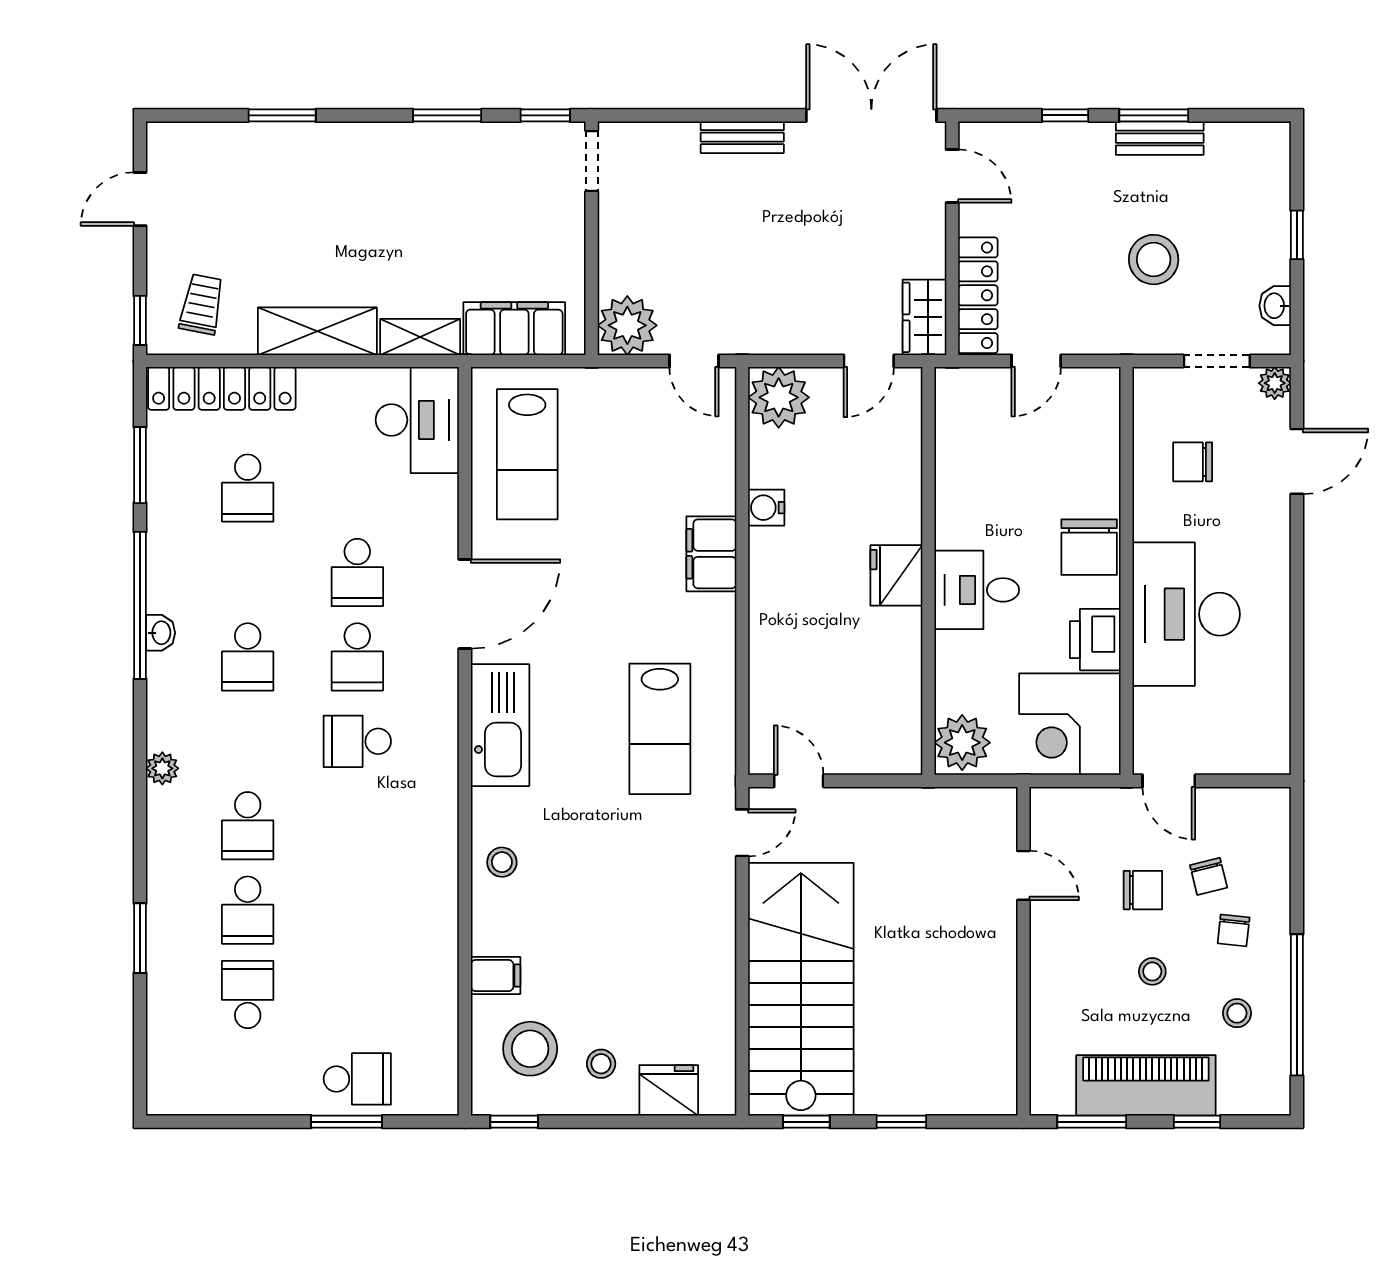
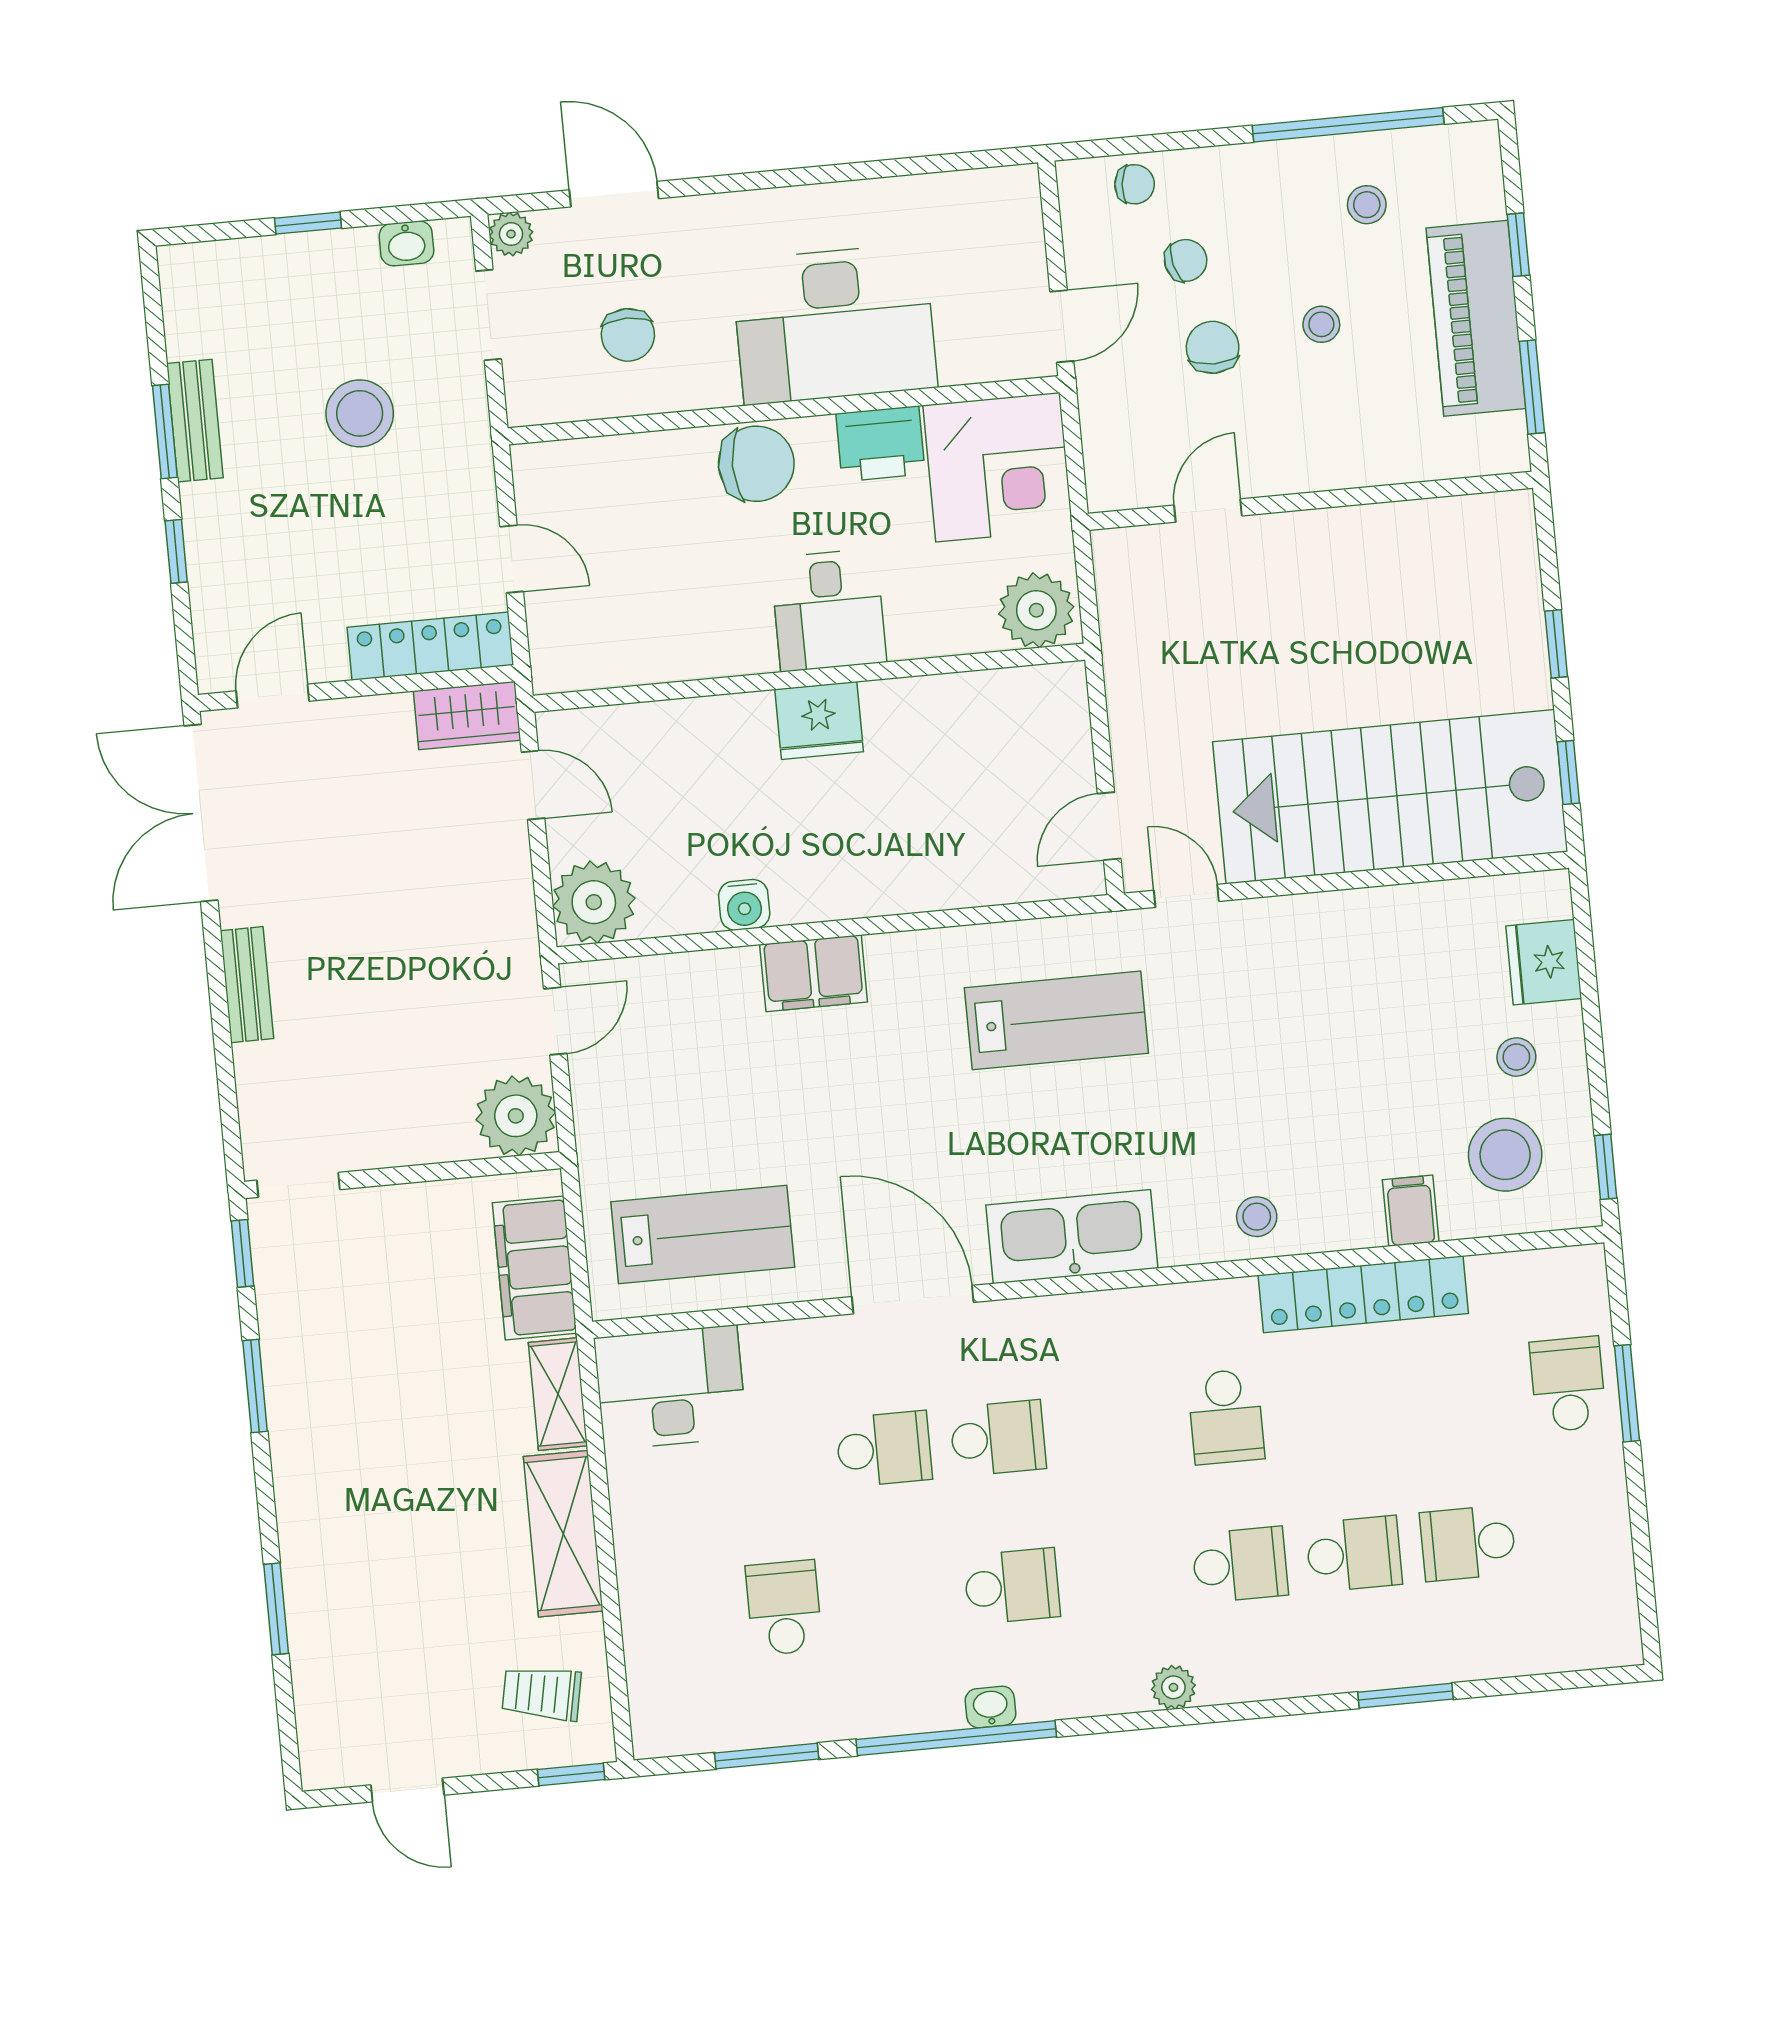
locker: (222, 388) -> (1363, 1294), moved, turned 90
school desk: (248, 488) -> (784, 1608), turned -90
school desk: (357, 741) -> (1226, 1417), moved
chair: (1234, 930) -> (1135, 184), moved

